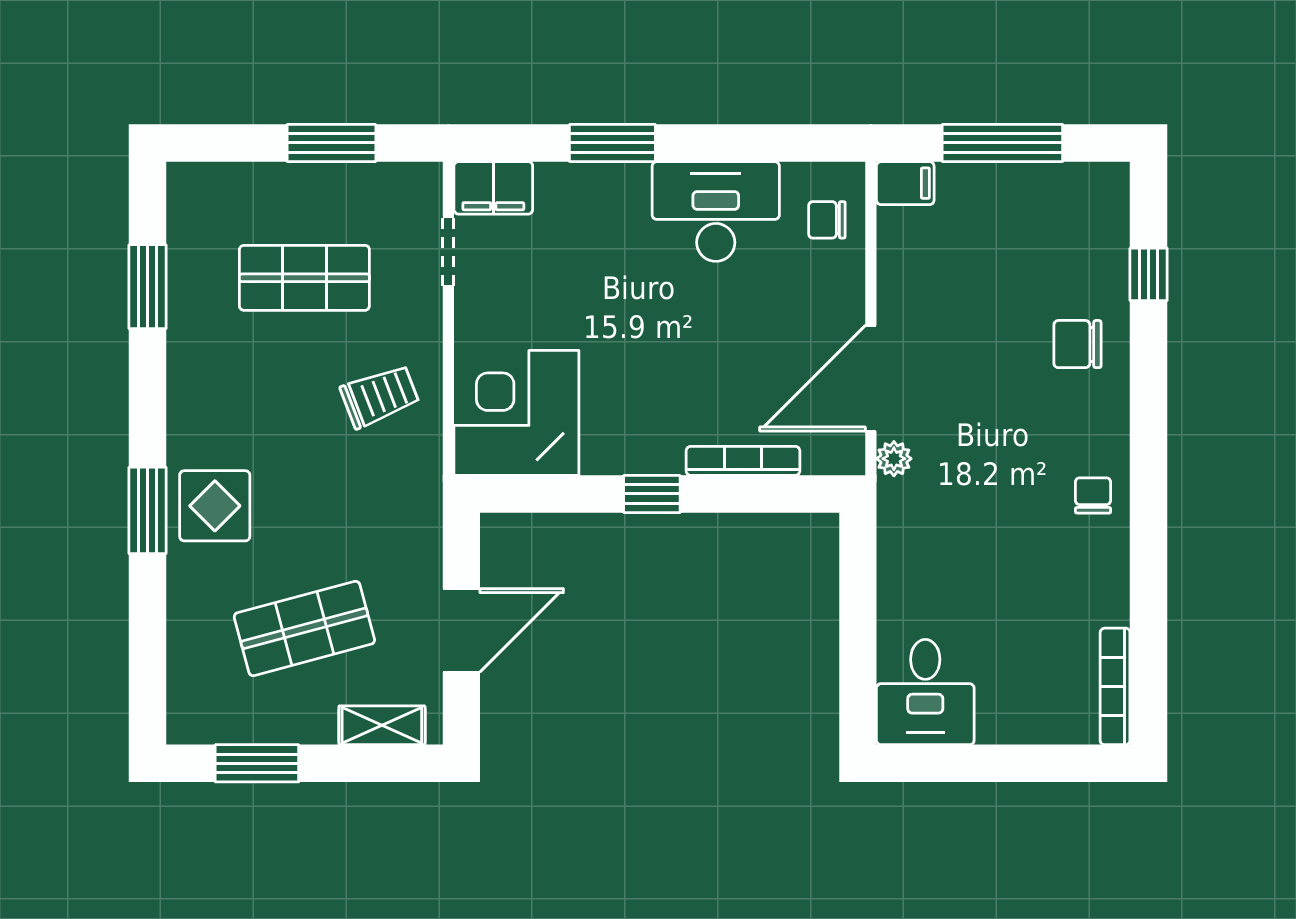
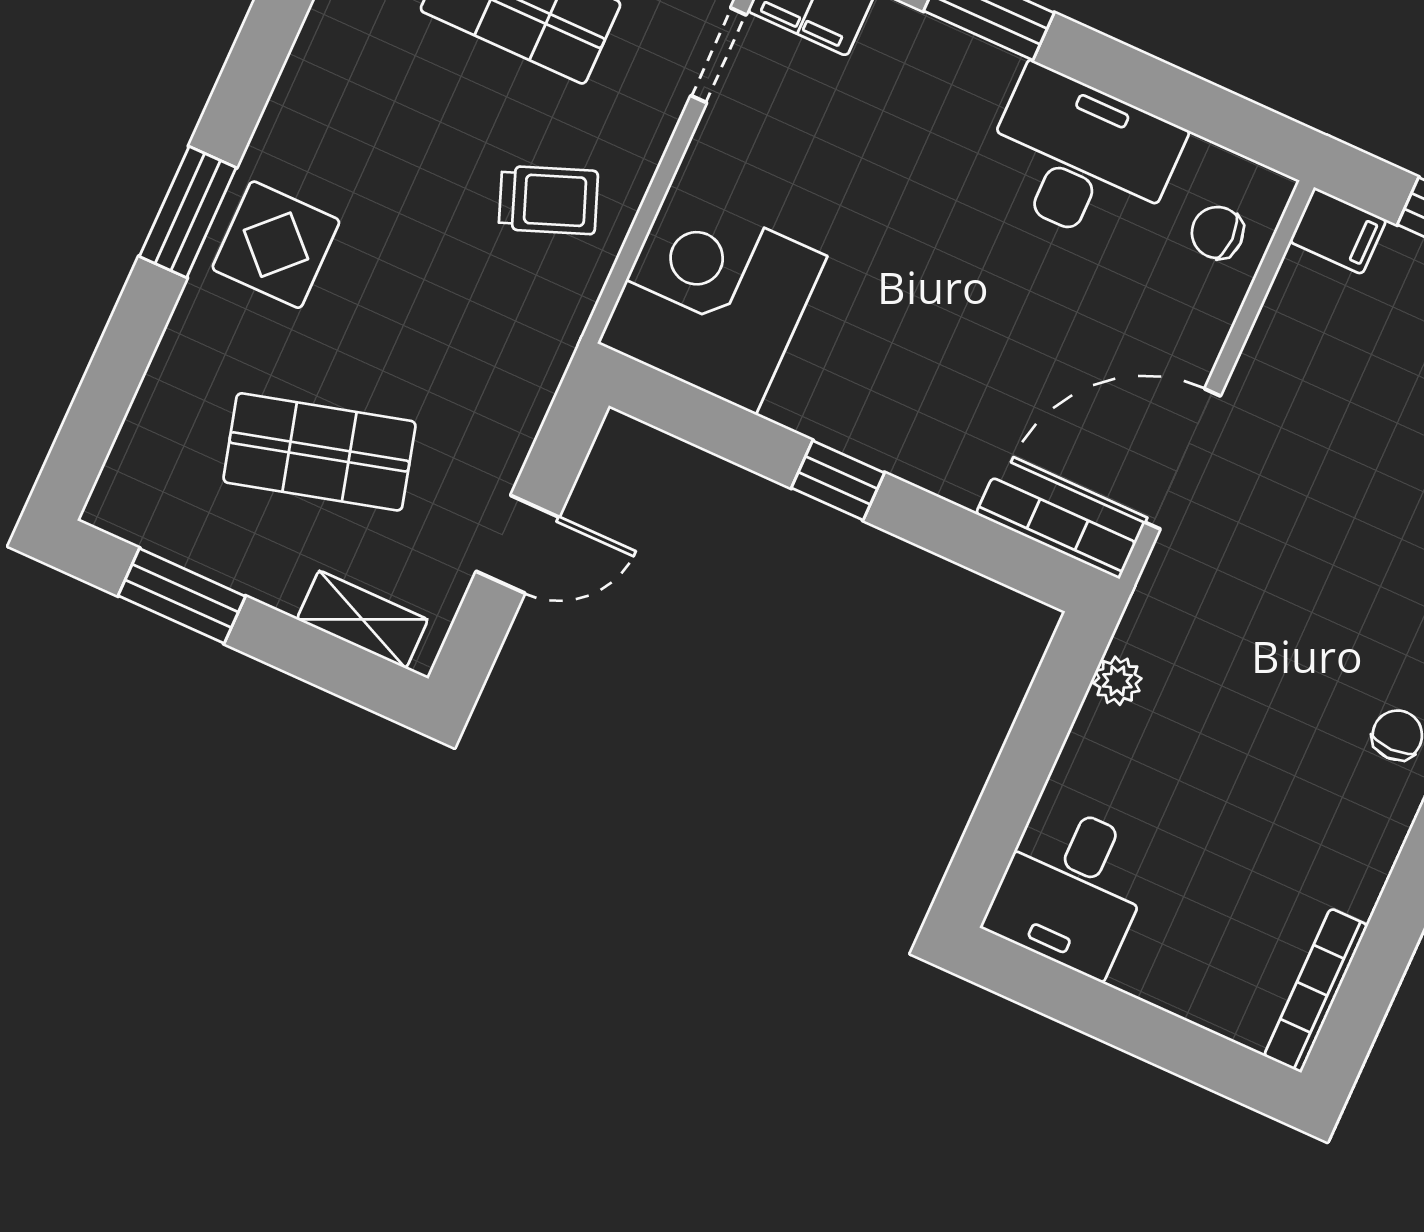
plant: (894, 459) -> (1117, 681), moved
bookcase: (743, 461) -> (1056, 528), moved
door: (461, 630) -> (518, 544), width x0.73

